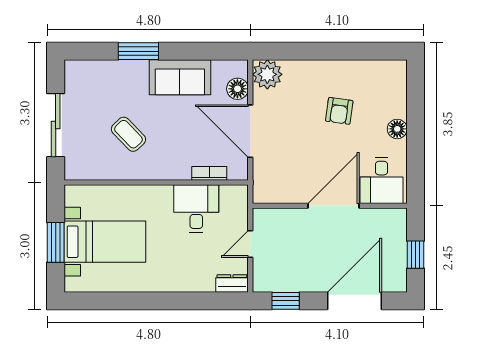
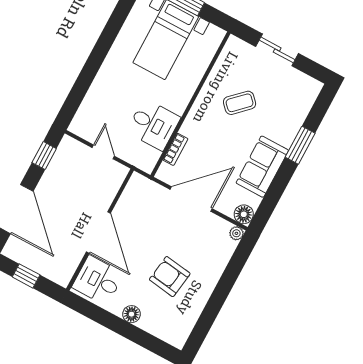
plant: (267, 74) -> (236, 233), width x0.53, depth x0.53
floor lamp: (237, 89) -> (244, 214), moved
armchair: (339, 111) -> (170, 277), width x1.38, depth x1.38
sliding door: (56, 125) -> (277, 50), width x0.73
dresser: (232, 283) -> (80, 121), removed

